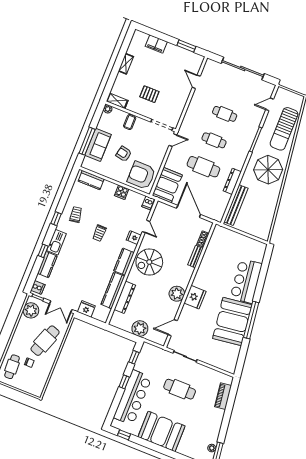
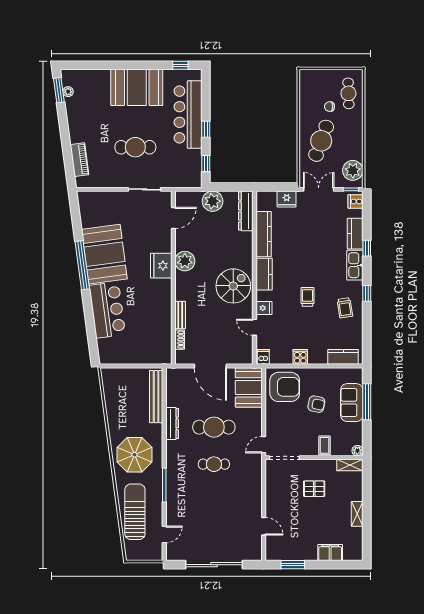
cafe table: (225, 114) -> (214, 501), removed
dresser: (125, 297) -> (246, 211), moved

